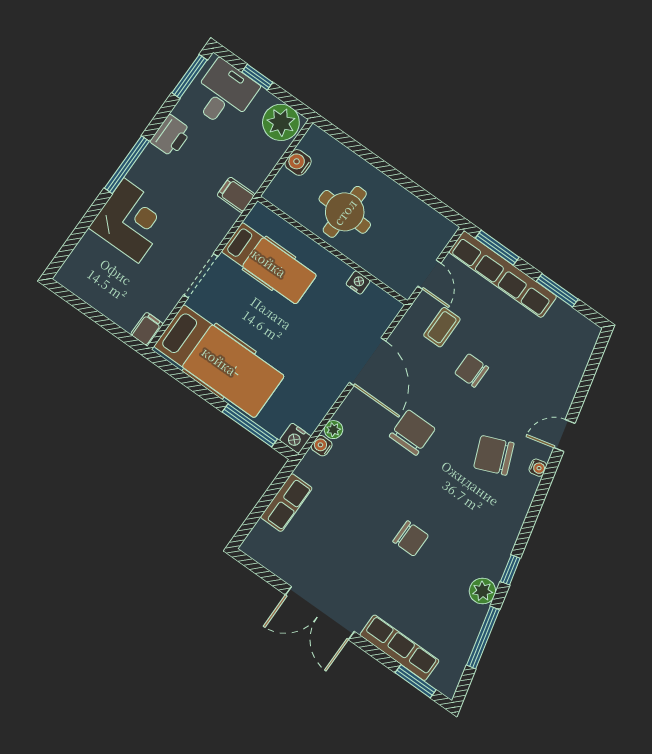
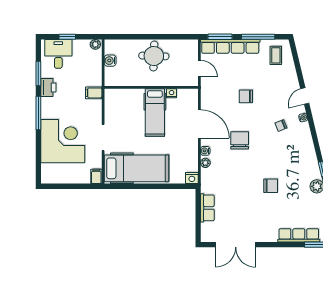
window: (190, 76) -> (38, 73), moved
plant: (281, 122) -> (95, 44), width x0.53, depth x0.53
round table: (345, 212) -> (154, 56), moved
corner desk: (131, 221) -> (63, 141), width x1.36, depth x1.36
hospital bed: (269, 263) -> (155, 113), moved, turned 90
window: (557, 290) -> (258, 37), width x1.44
coffee table: (442, 327) -> (276, 55), moved
window: (250, 425) -> (169, 186), removed
water cooler: (322, 446) -> (205, 151), moved
chair: (494, 455) -> (281, 126), width x0.54, depth x0.54
double door: (320, 613) -> (236, 245), moved

